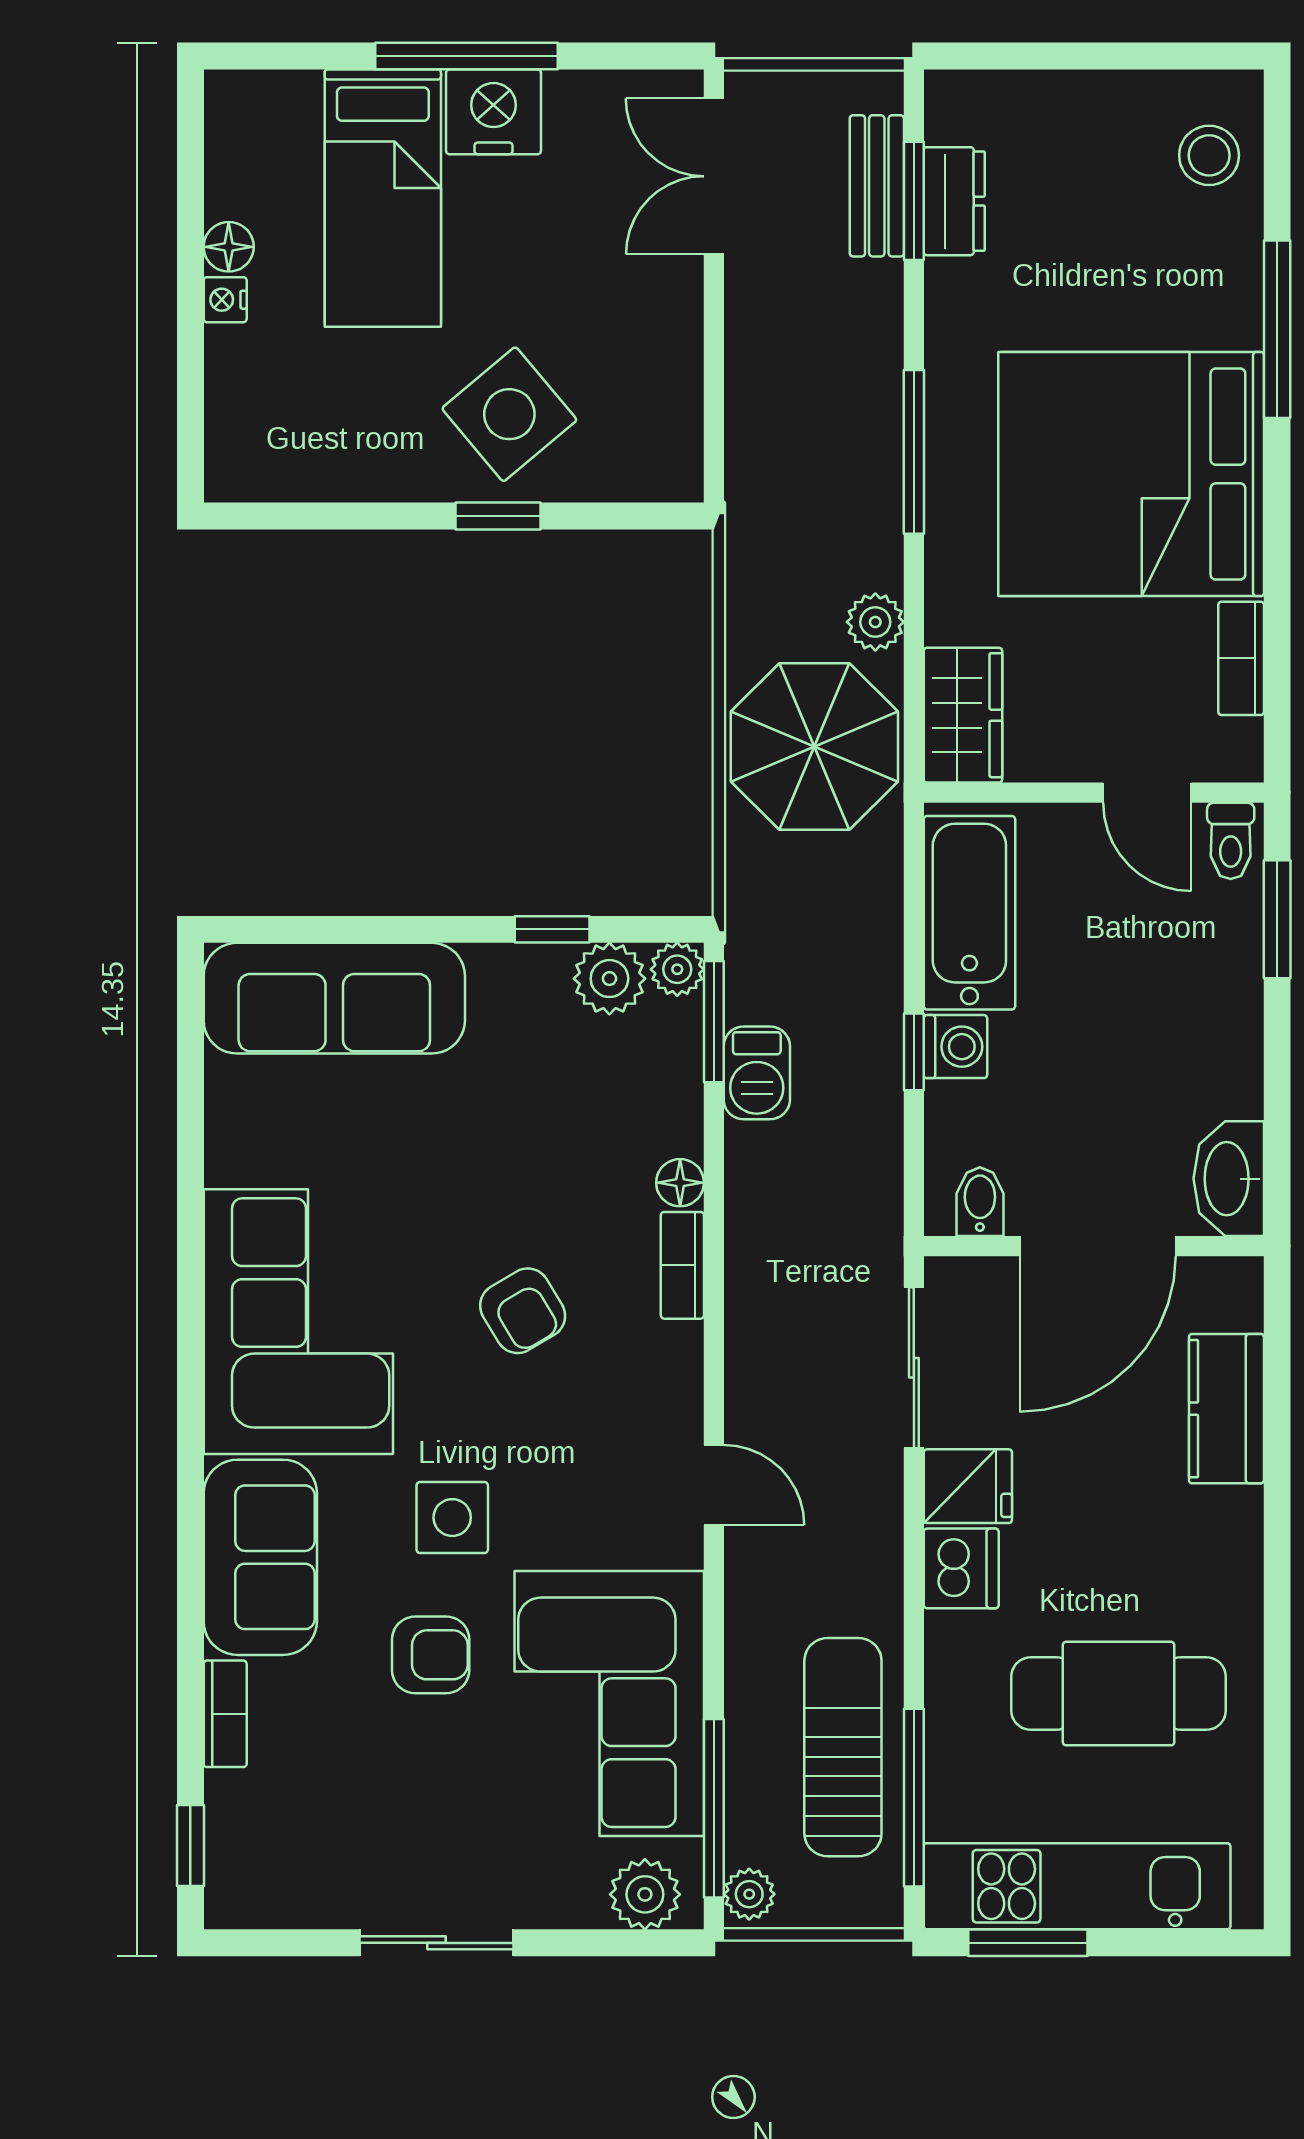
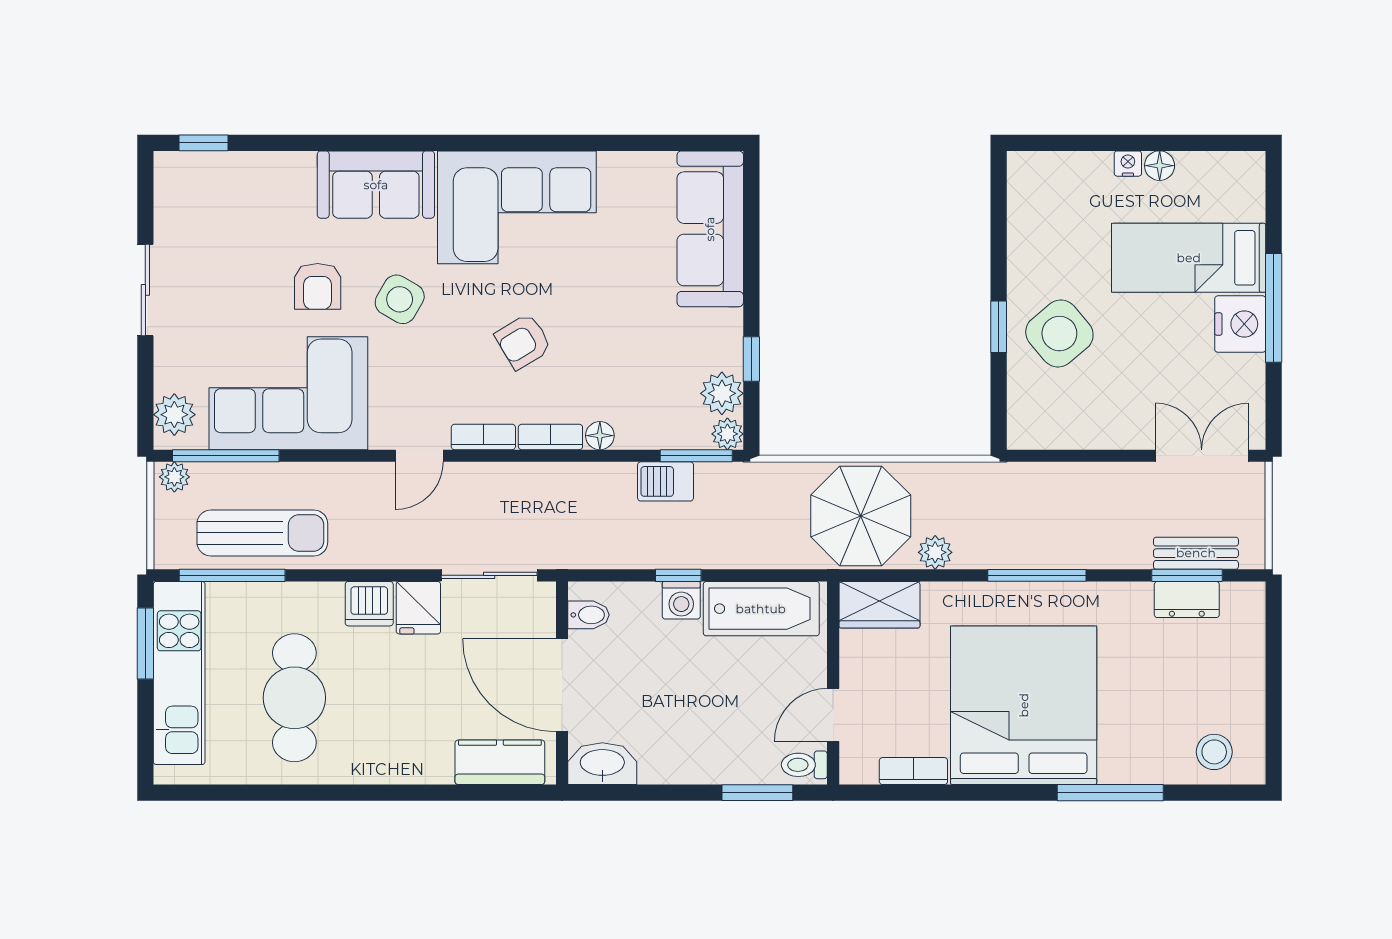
kitchen counter: (1226, 1409) -> (500, 762), moved
side table: (452, 1518) -> (400, 299), turned 30
bookcase: (225, 1714) -> (483, 437), moved, turned 180

